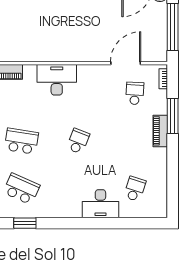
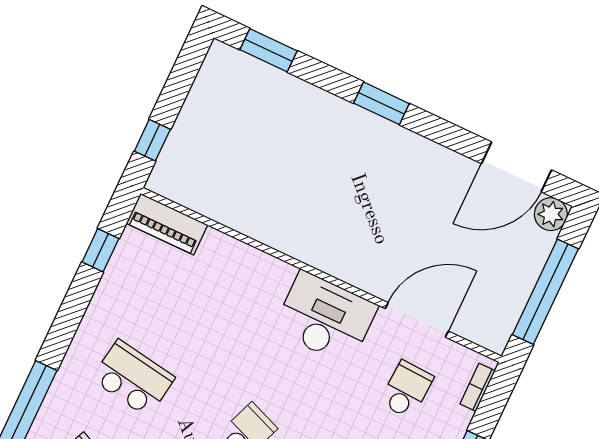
desk: (57, 80) -> (325, 318), moved

